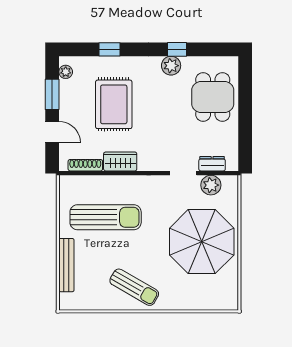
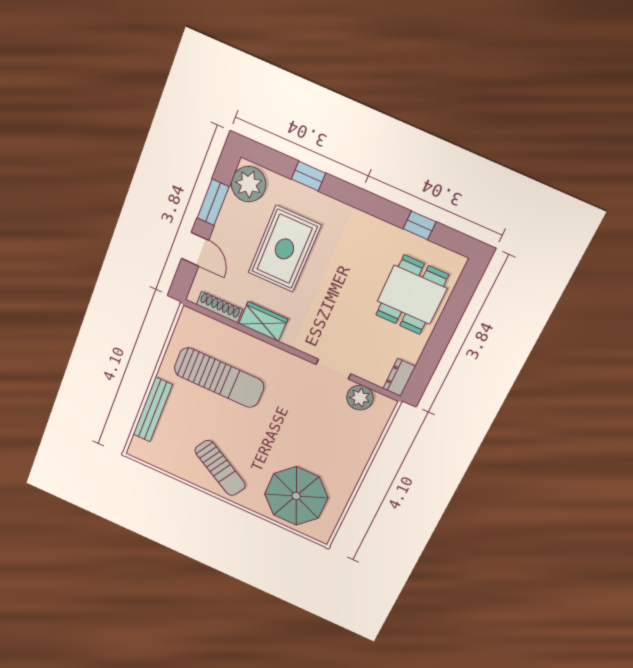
window: (177, 49) -> (420, 225), moved
plant: (171, 66) -> (378, 232), removed
plant: (66, 72) -> (249, 184), width x1.87, depth x1.87
dresser: (212, 164) -> (399, 378), moved, turned -90
parasol: (202, 242) -> (296, 496), moved, width x0.73, depth x0.73

